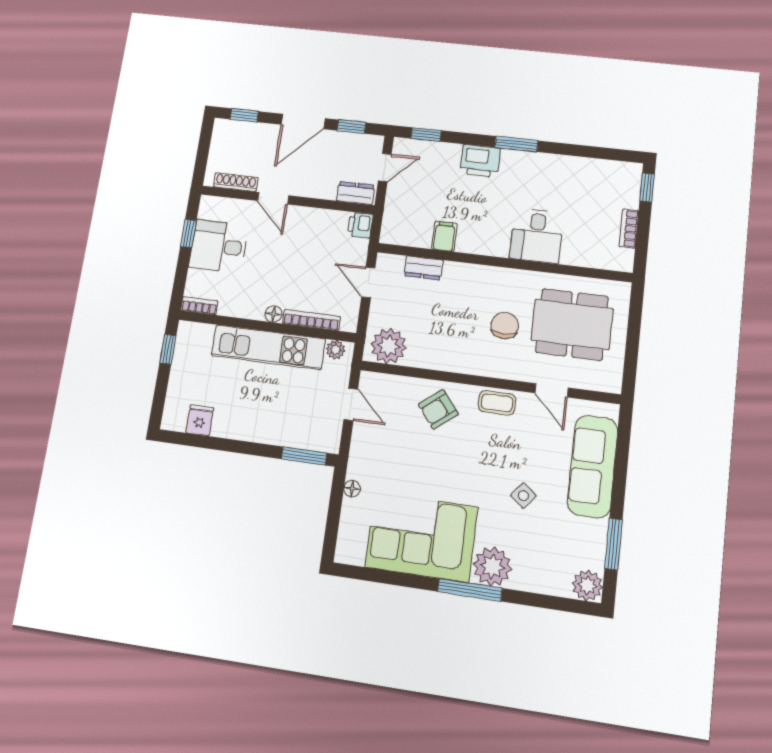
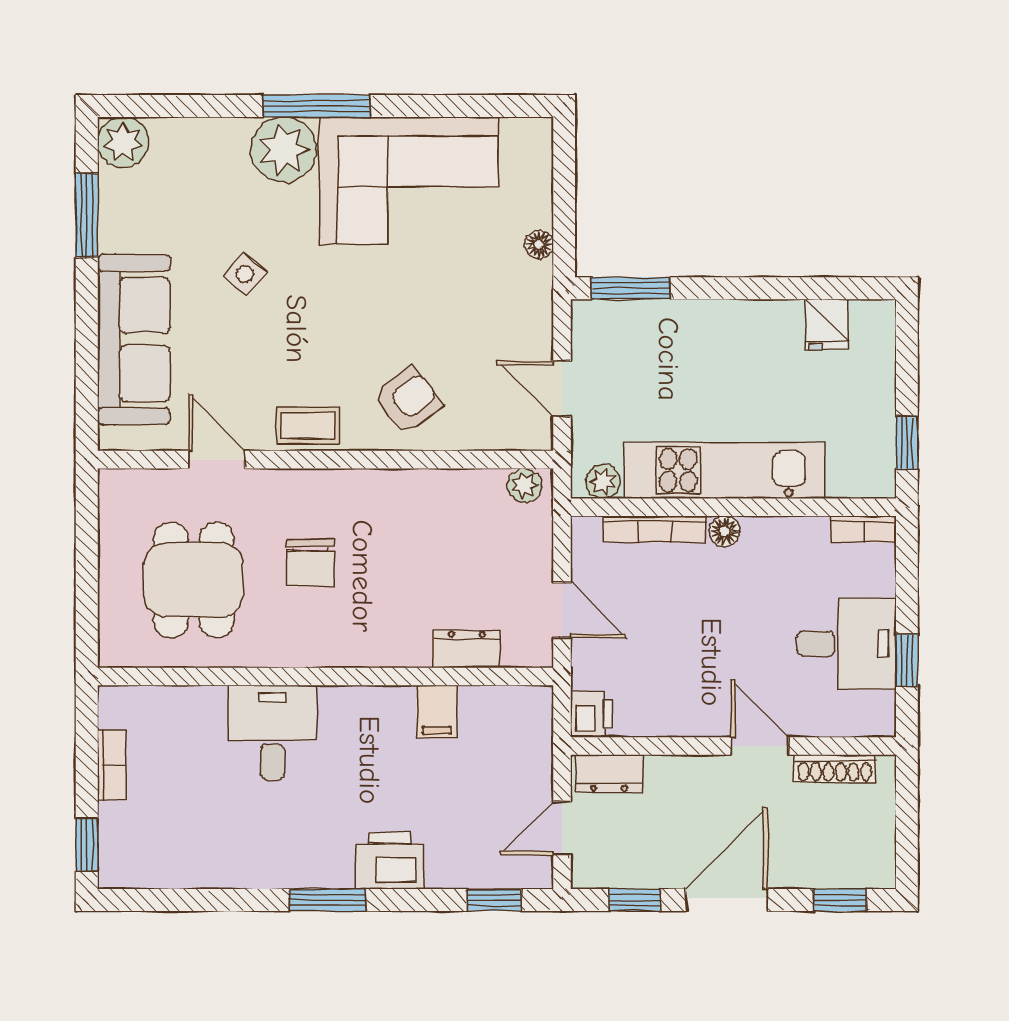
dining table: (572, 324) -> (194, 580), width x0.73
plant: (389, 346) -> (524, 485), width x0.53, depth x0.53

